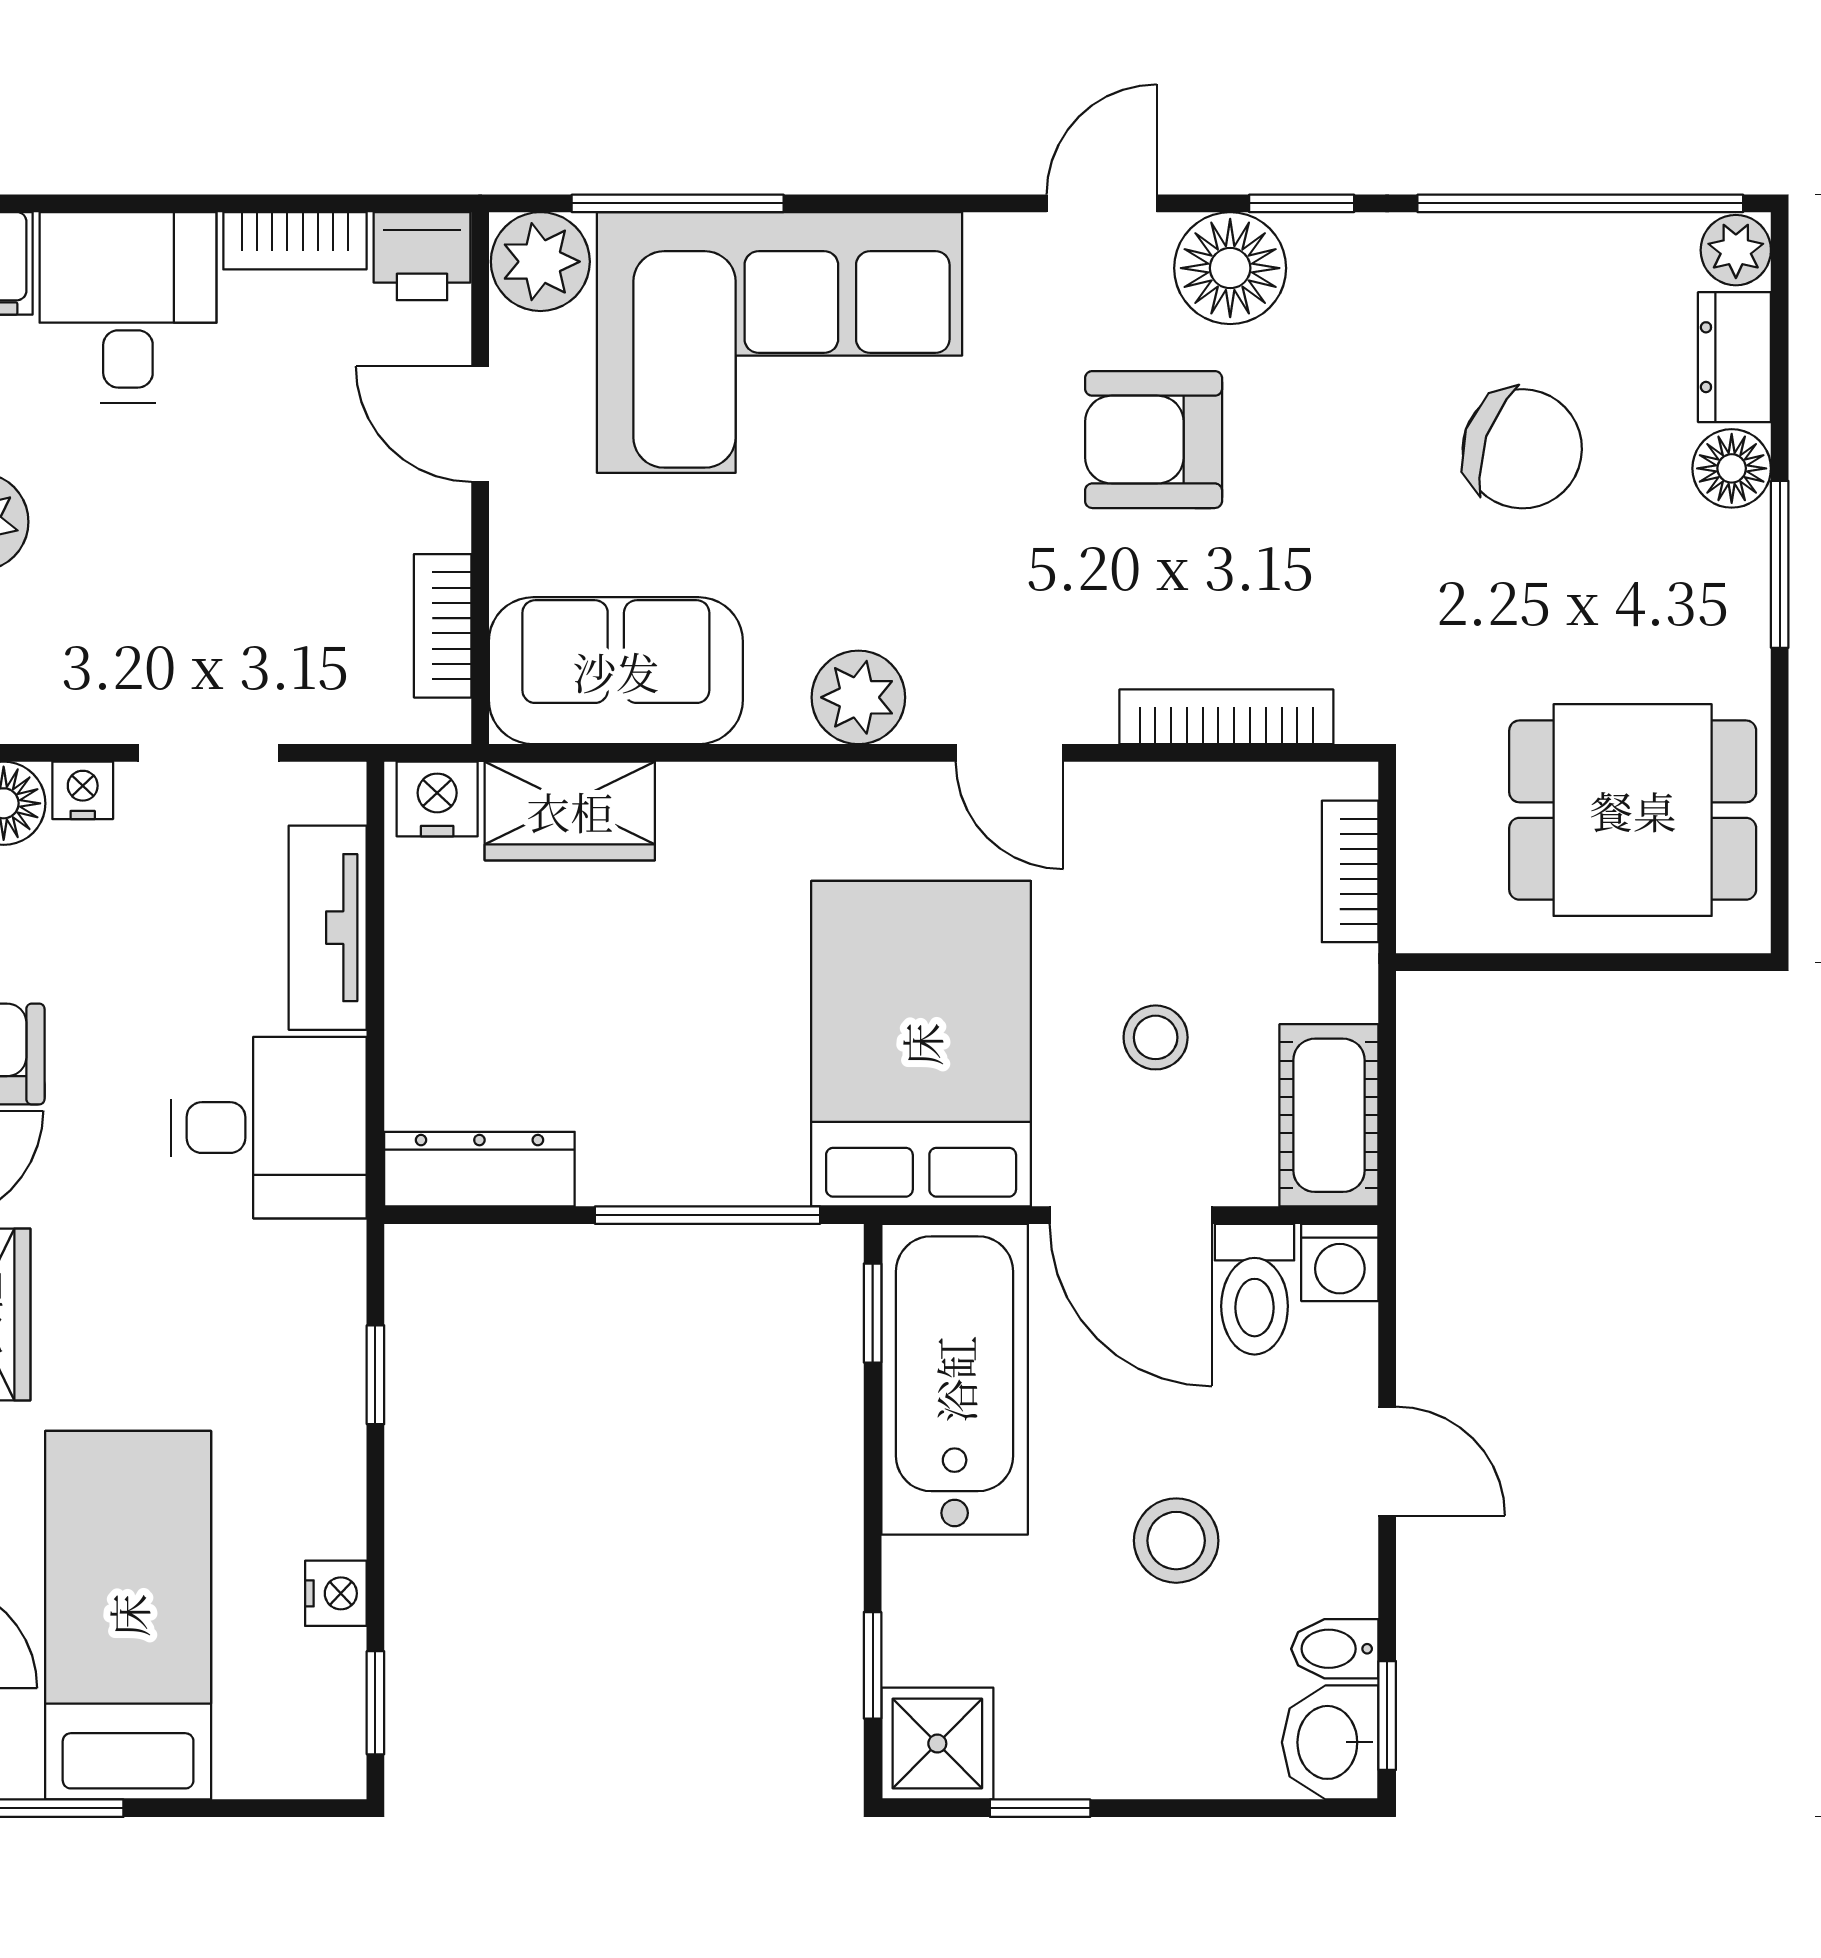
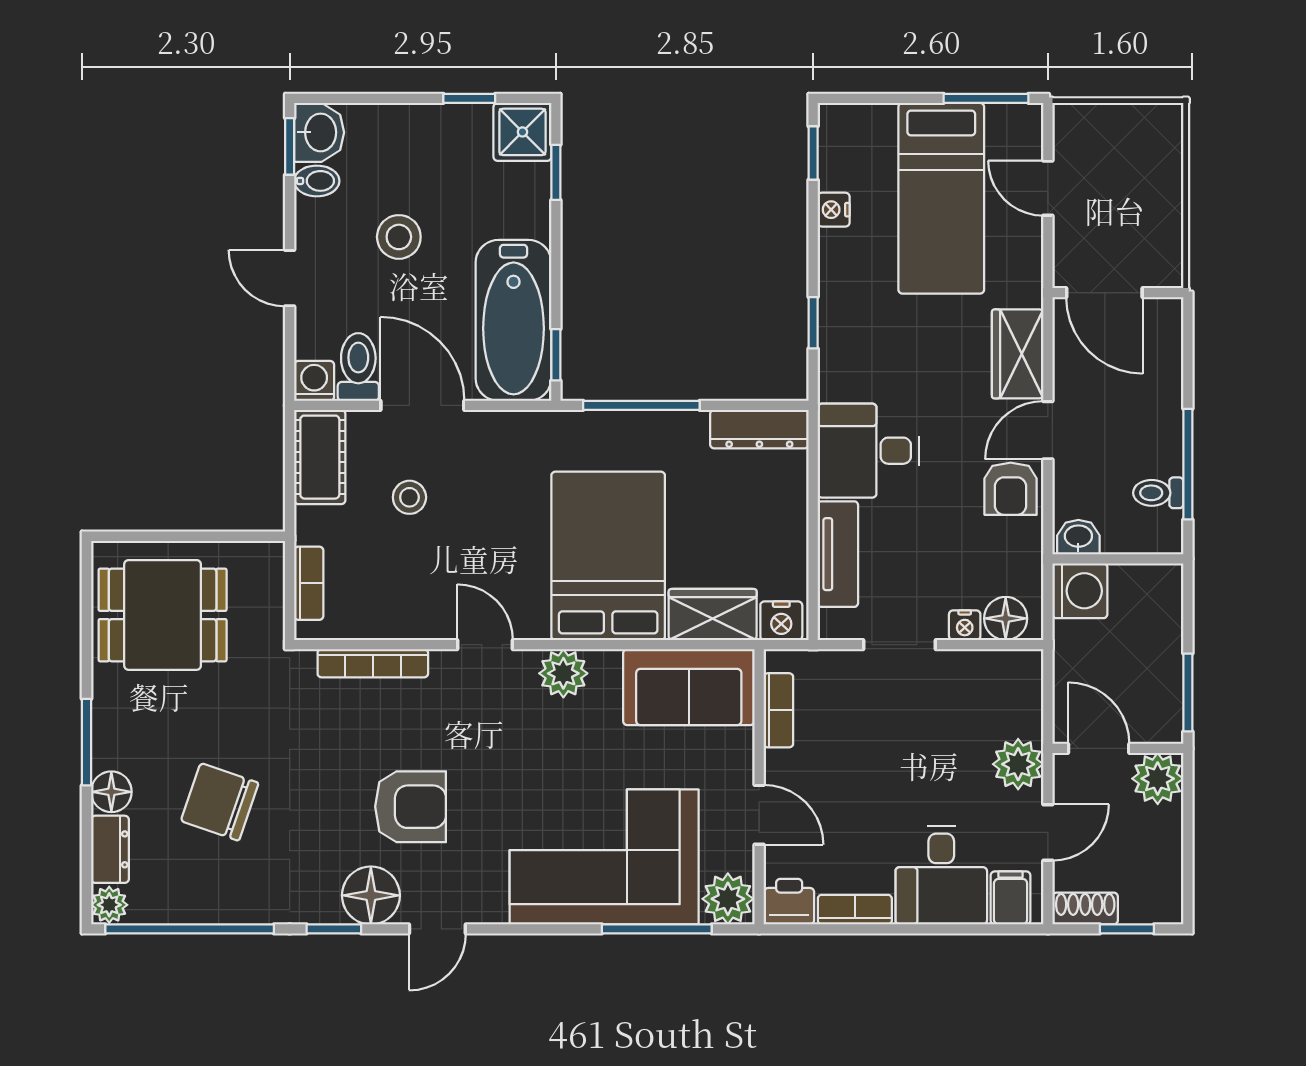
bed: (921, 1044) -> (608, 556), moved, turned 180

